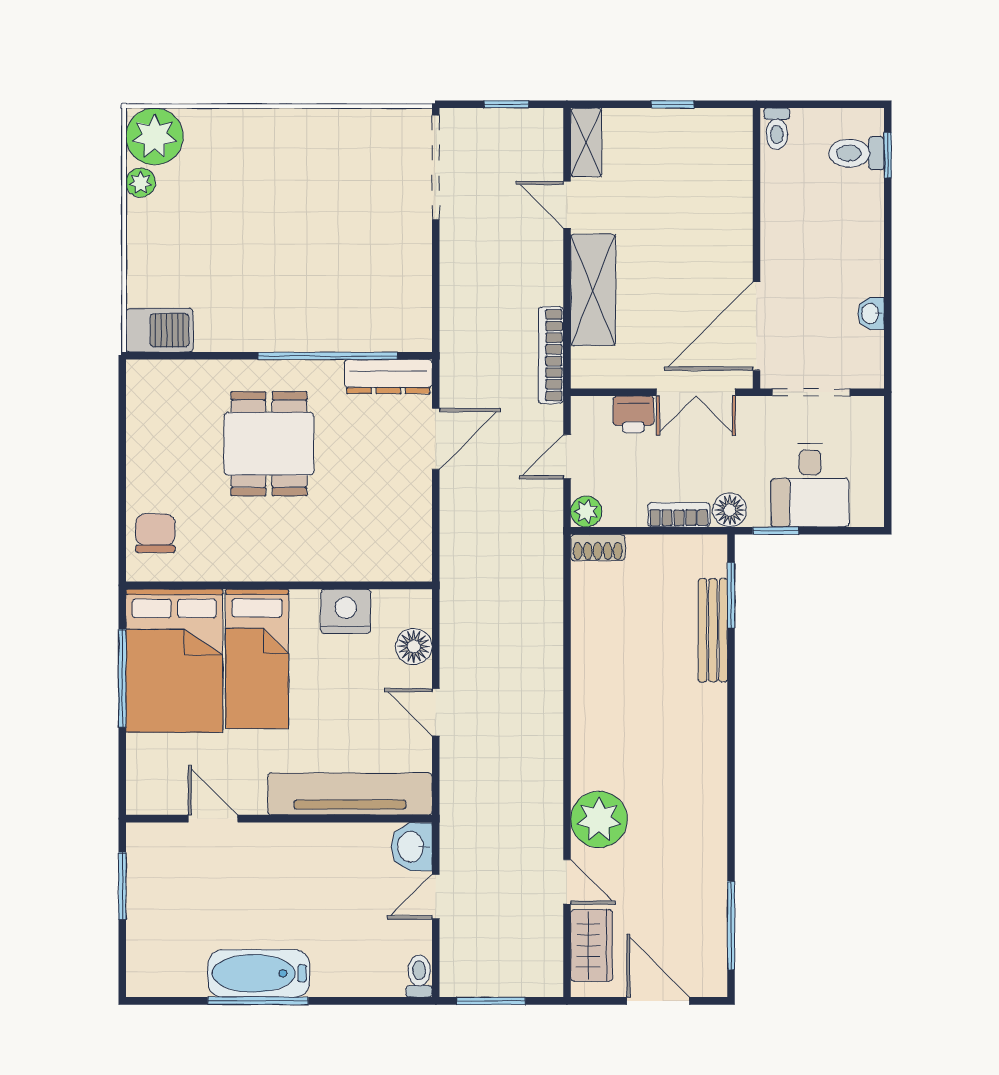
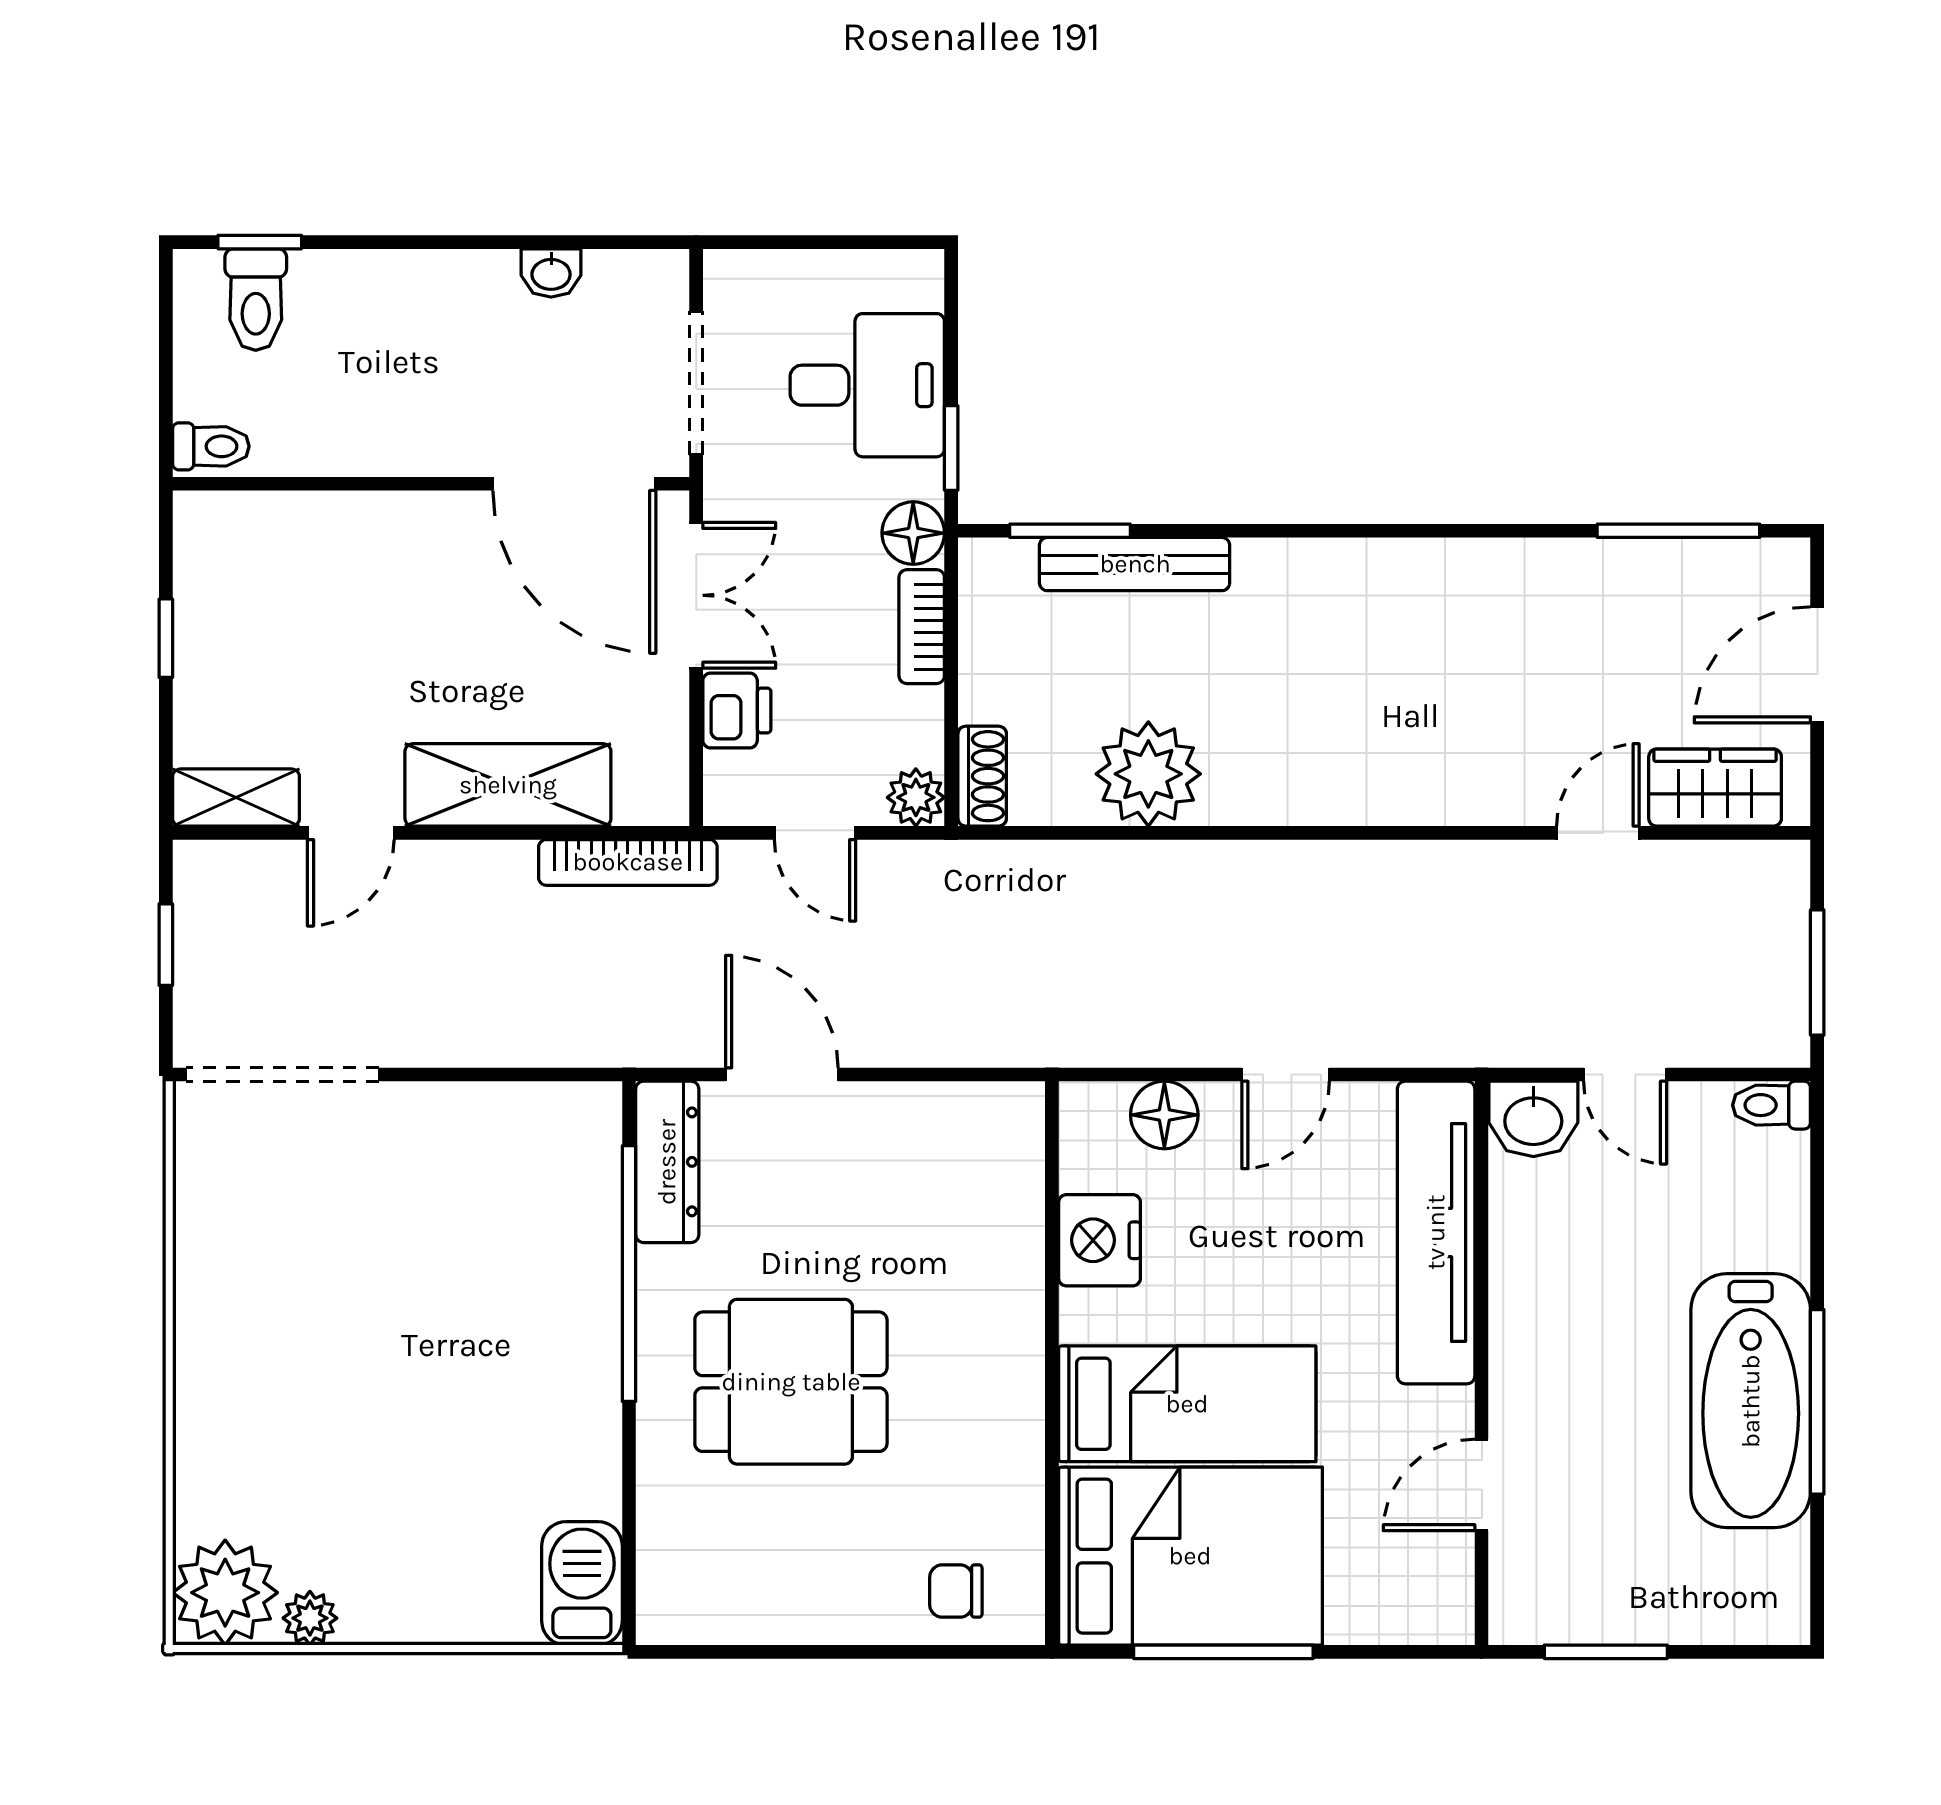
chair: (155, 533) -> (956, 1591), width x0.73, depth x0.73
plant: (599, 819) -> (1148, 774), moved
bathtub: (259, 973) -> (1751, 1401), width x1.36, depth x1.36

